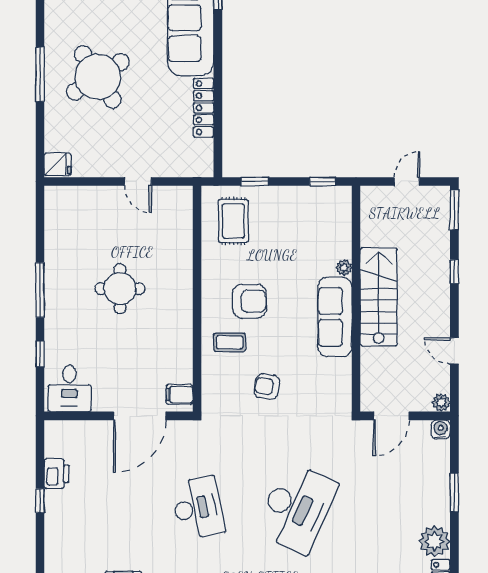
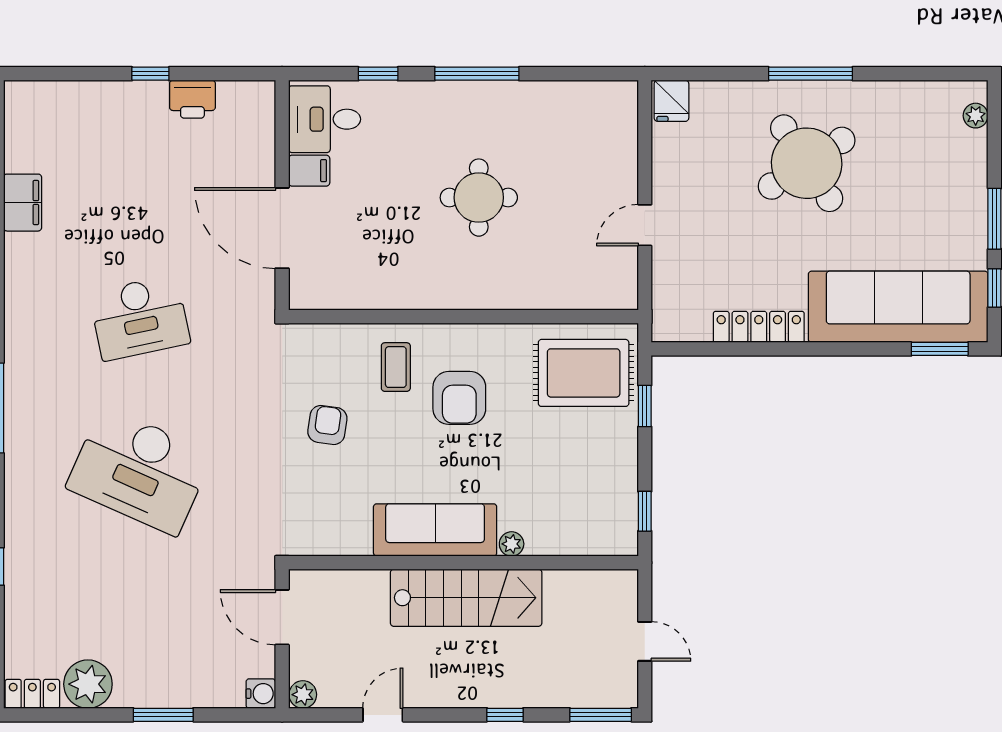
rug: (233, 221) -> (584, 373), width x1.36, depth x1.43
filing cabinet: (179, 394) -> (309, 171), moved, turned 90

